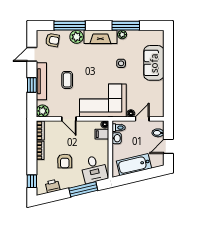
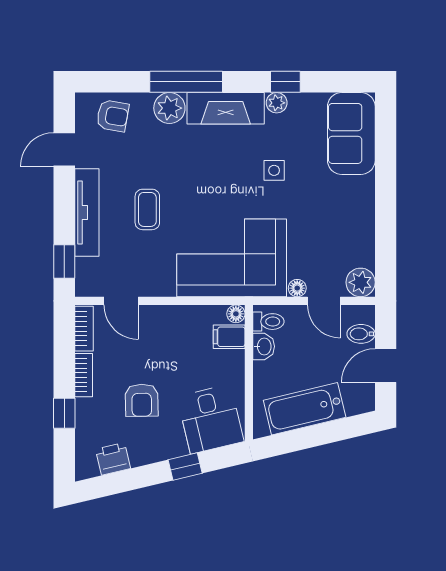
window: (70, 26) -> (186, 82), moved
window: (126, 26) -> (285, 82), width x0.46
sofa: (154, 63) -> (351, 133), moved
window: (32, 85) -> (64, 262), moved
plant: (43, 111) -> (361, 282), moved
door: (69, 119) -> (121, 301), moved
door: (142, 119) -> (324, 301), swing flipped
window: (32, 181) -> (64, 413), moved
window: (83, 189) -> (185, 467), width x0.46

